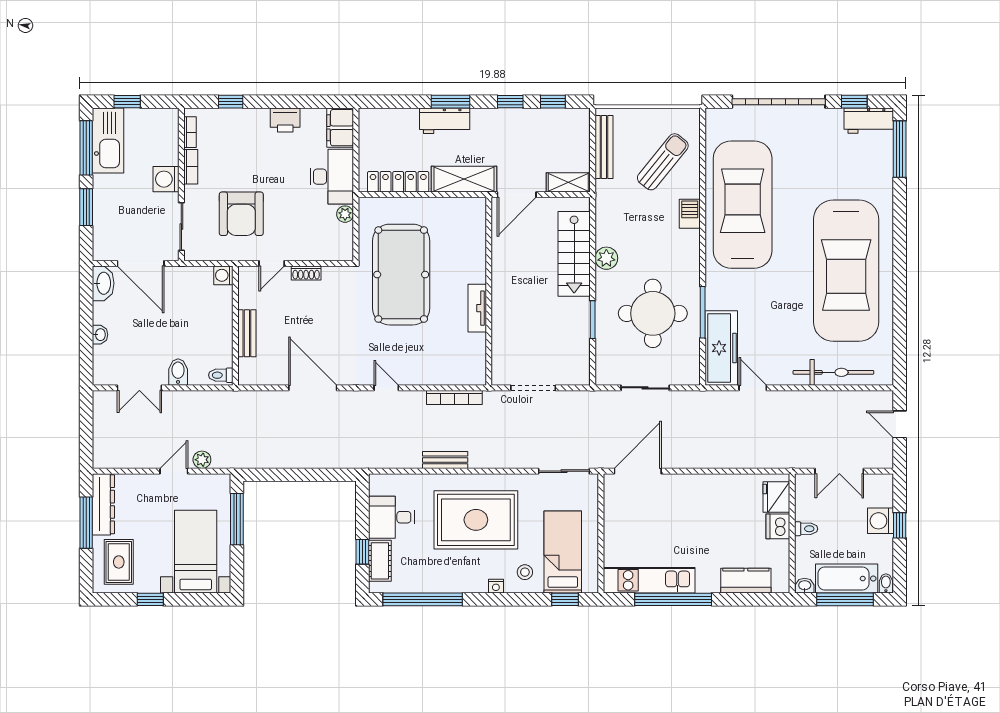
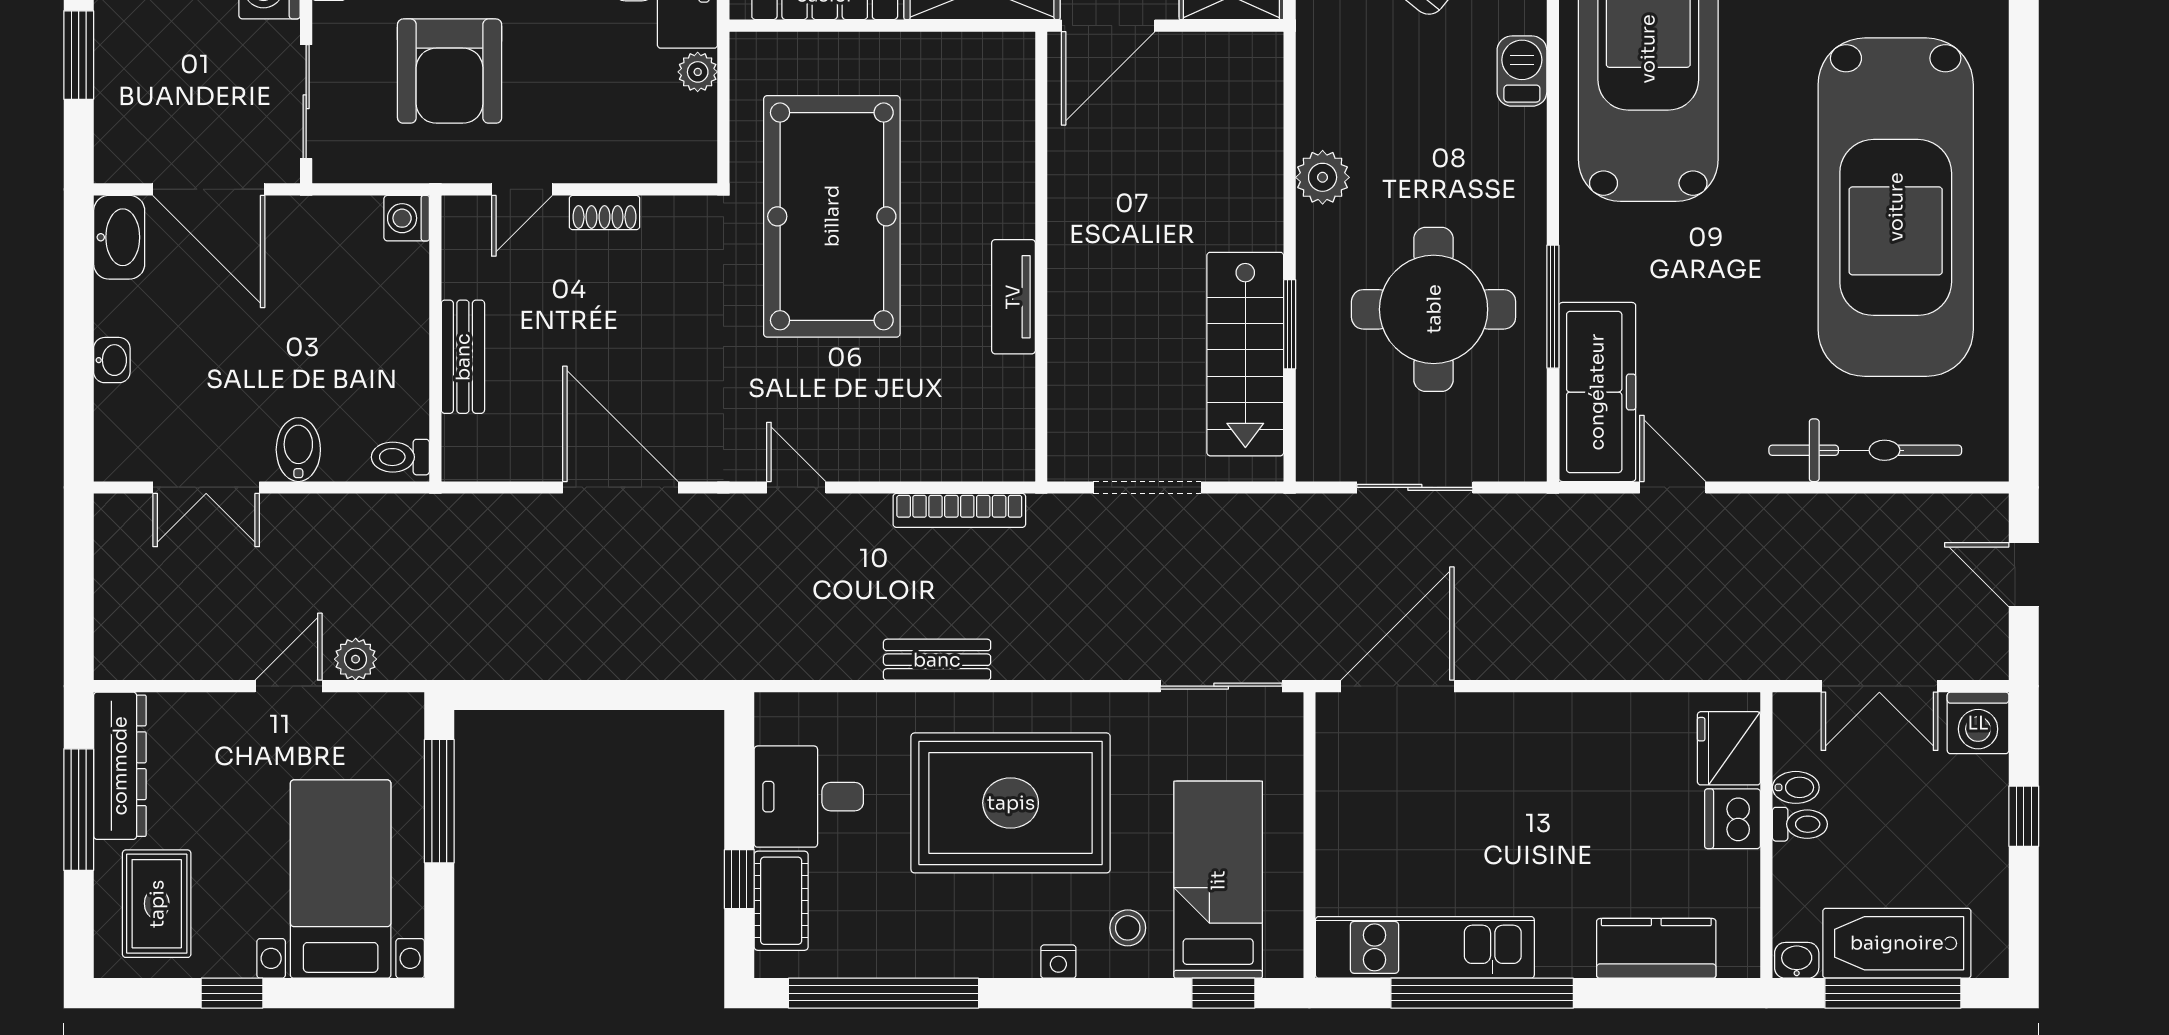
stairs: (574, 254) -> (1245, 354), moved
washing machine: (881, 521) -> (1978, 723), moved, turned -90
bidet: (886, 583) -> (1796, 787), moved, turned 90

